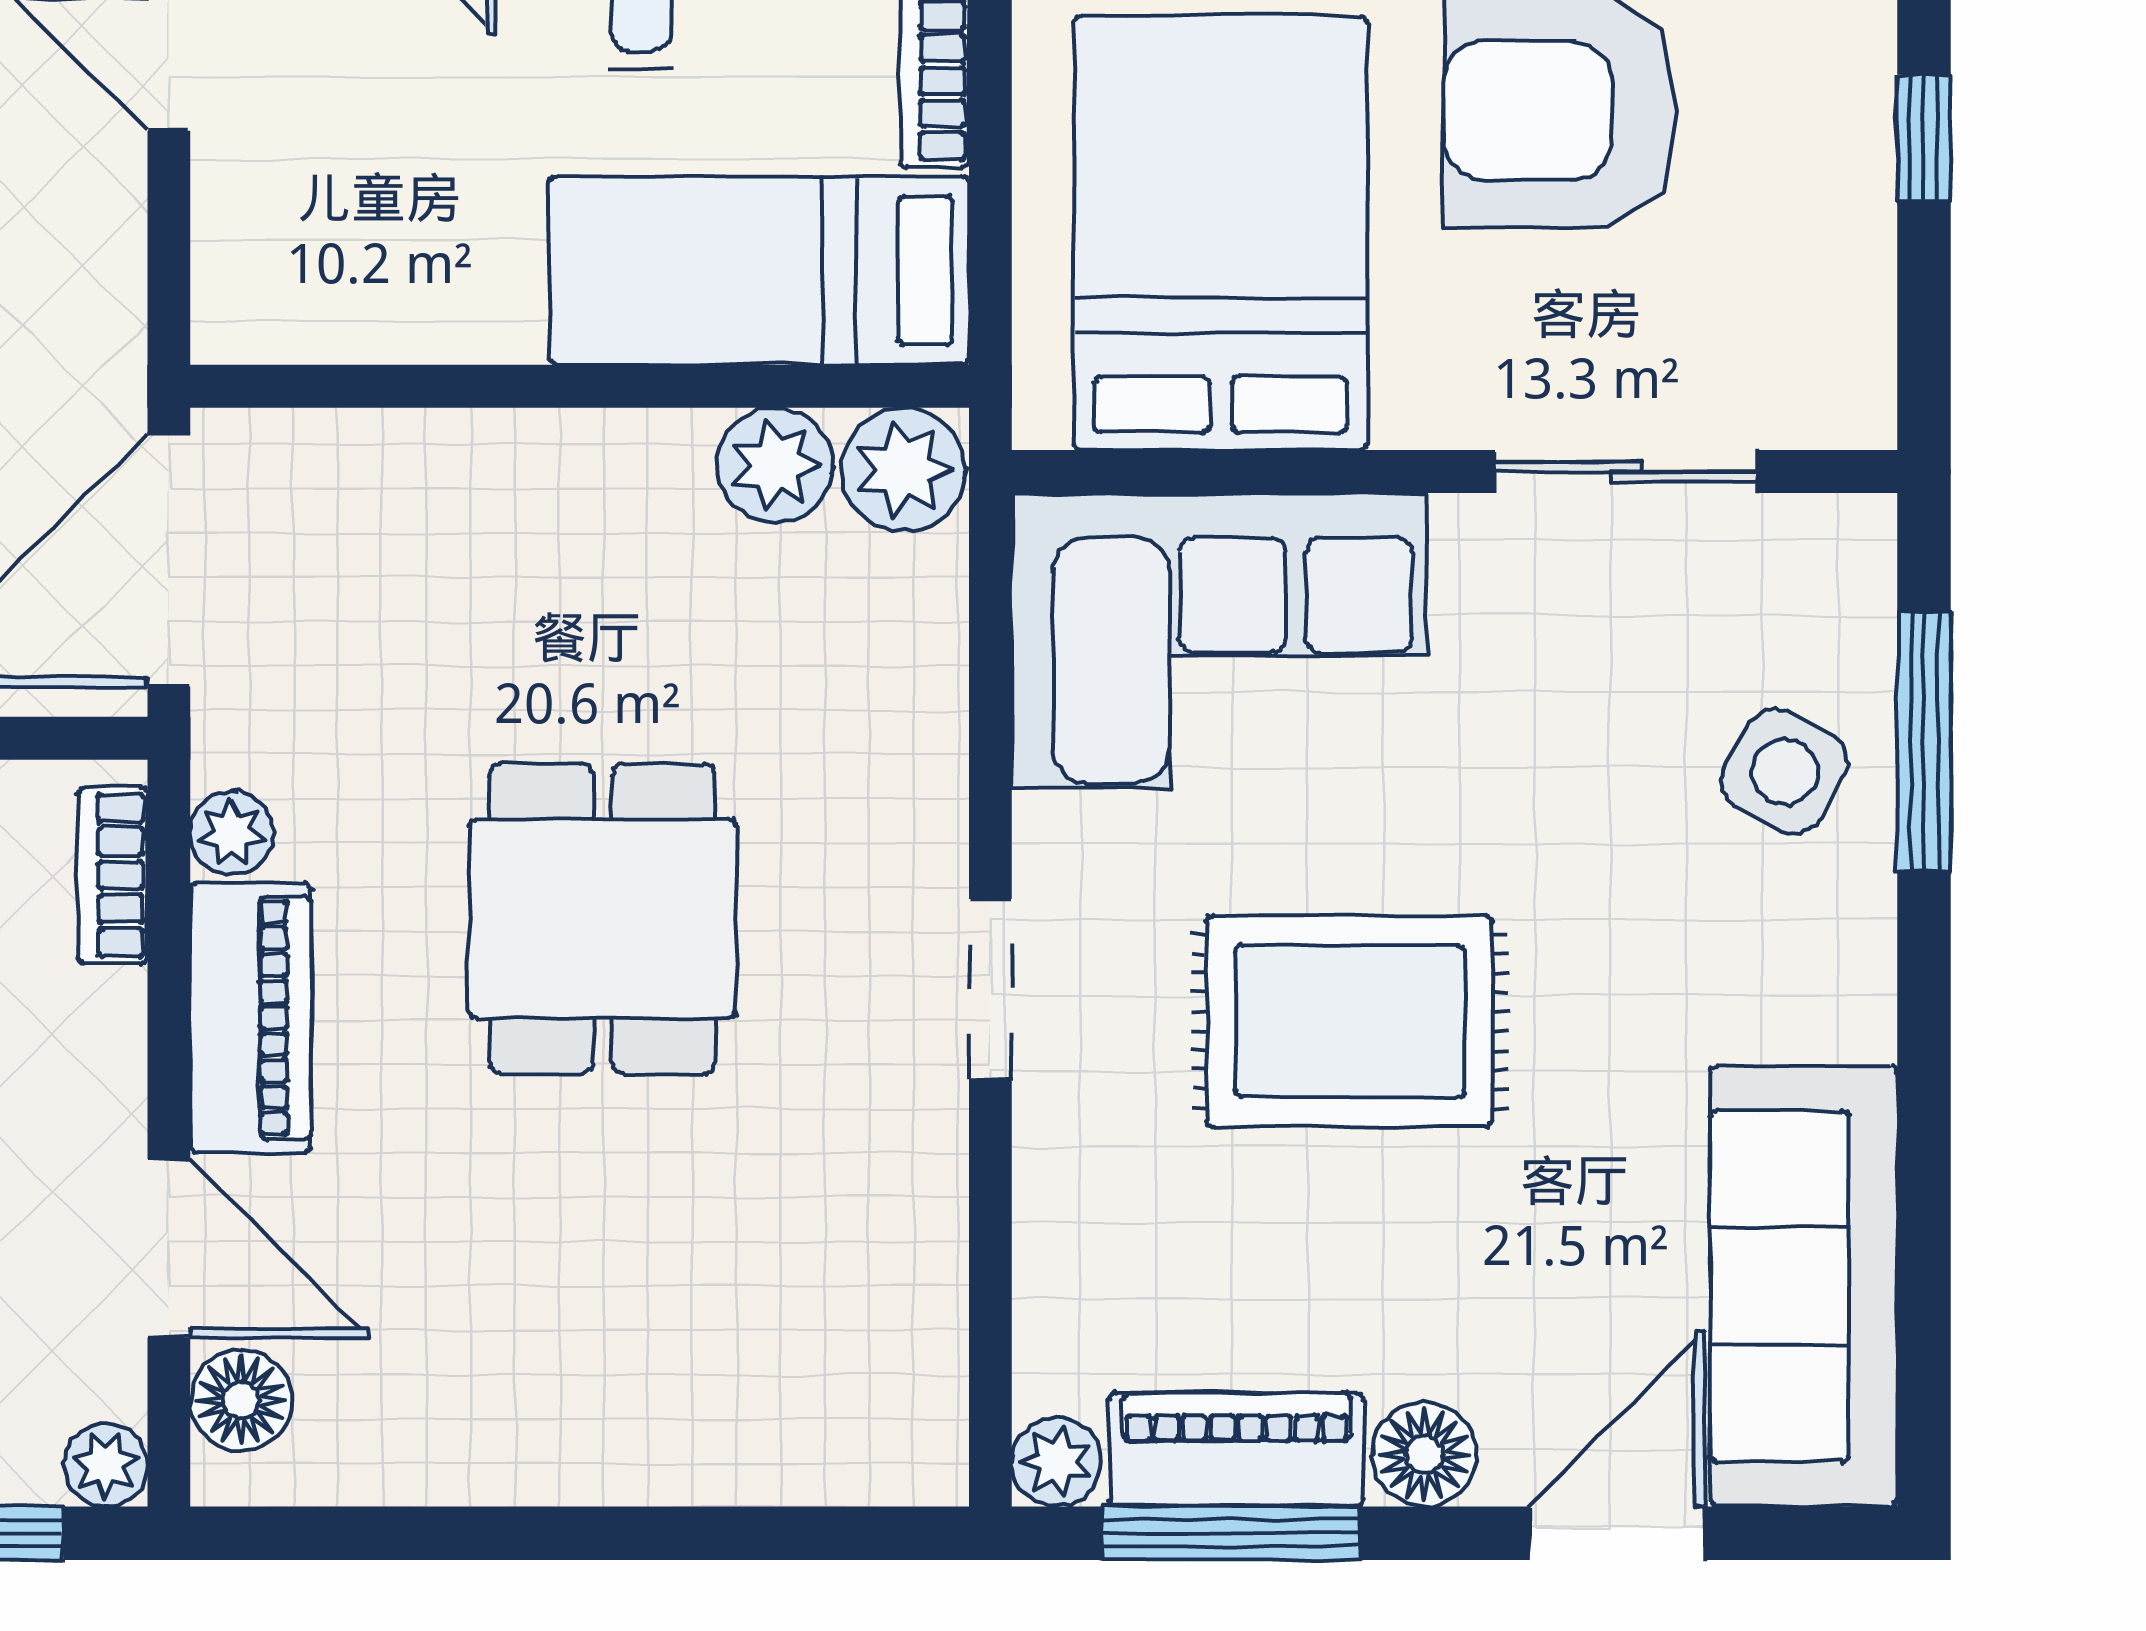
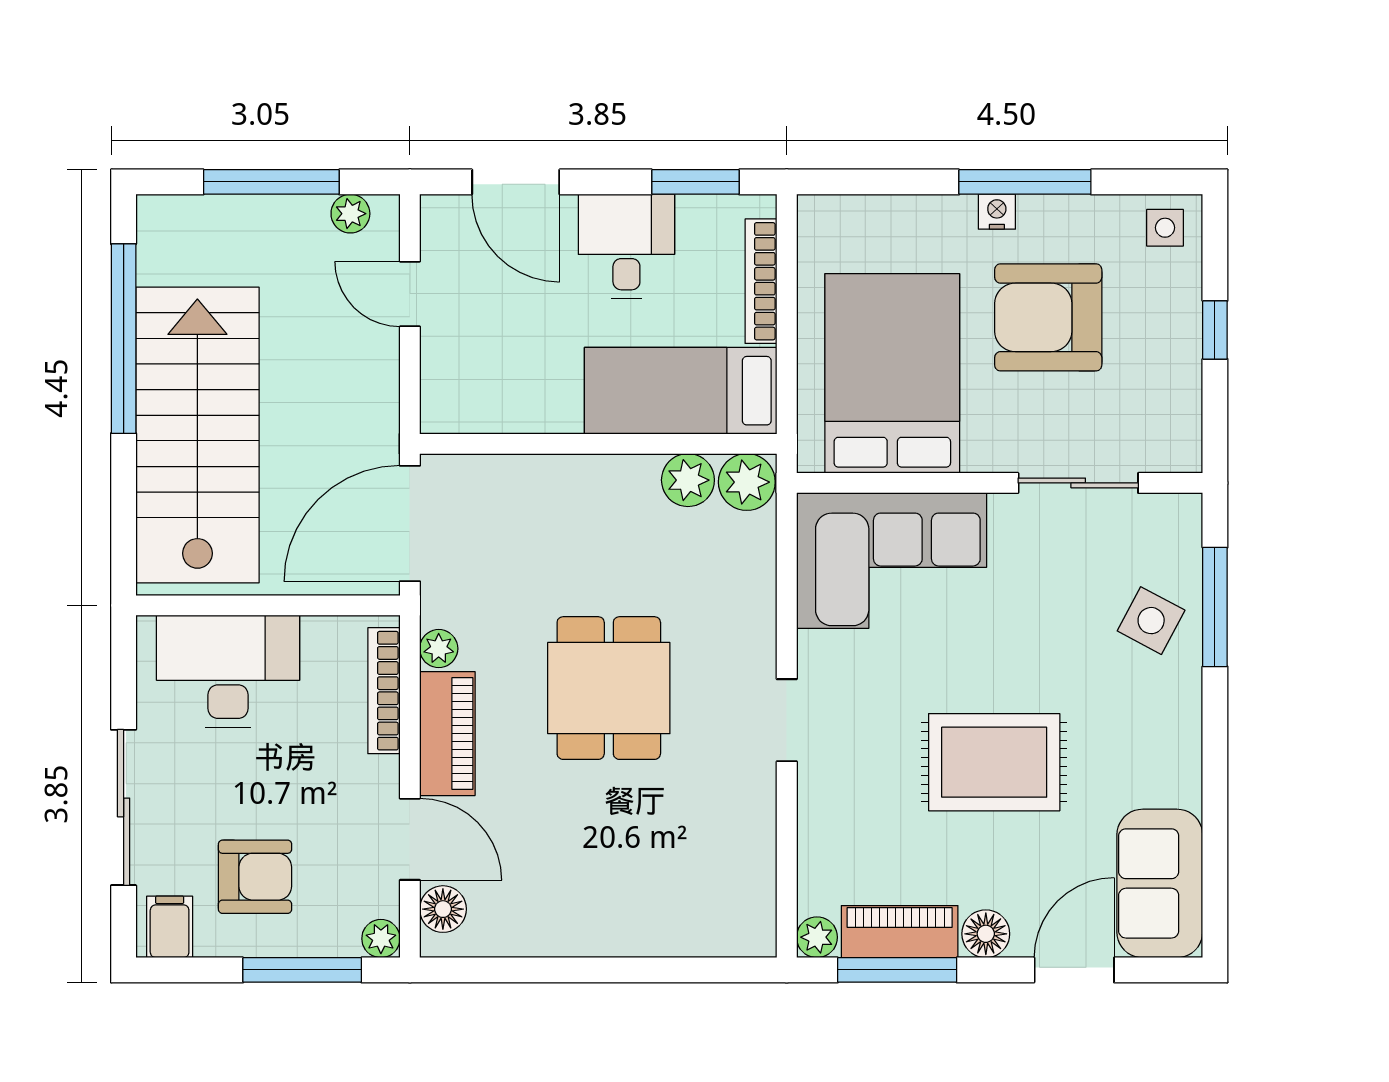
bookcase: (112, 875) -> (384, 691), width x1.56
rug: (1350, 1021) -> (994, 762), moved
sofa: (1804, 1286) -> (1160, 883), width x0.73

